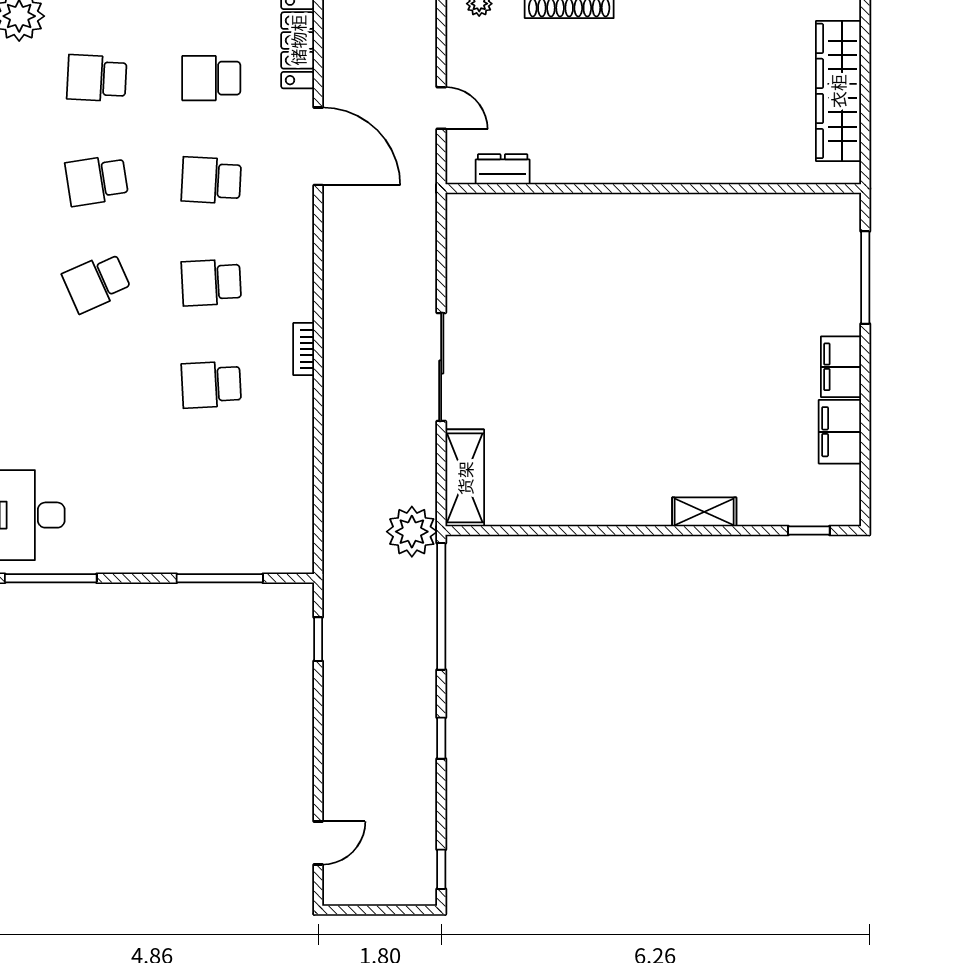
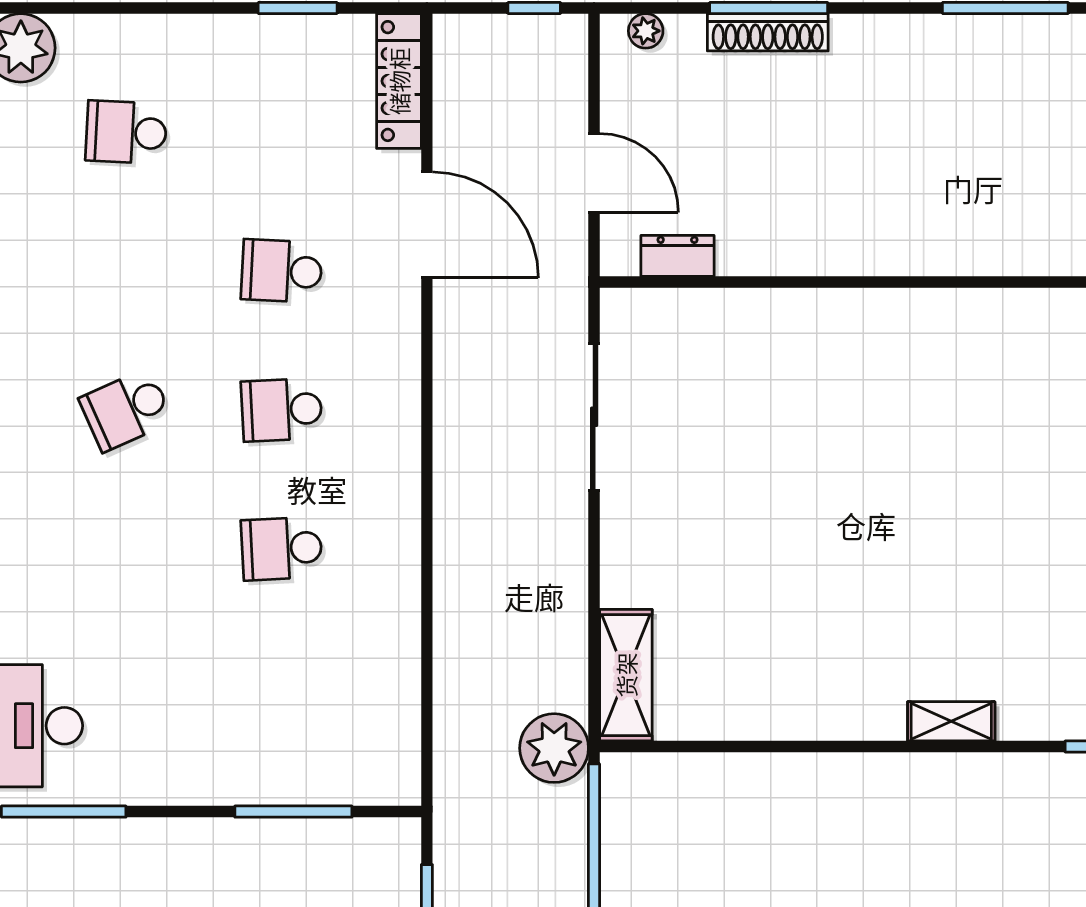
school desk: (211, 78) -> (282, 132), removed
door: (441, 108) -> (594, 173), width x1.38
school desk: (97, 180) -> (126, 271), removed
bookcase: (304, 349) -> (407, 500), removed
sliding door: (441, 367) -> (594, 417), moved

